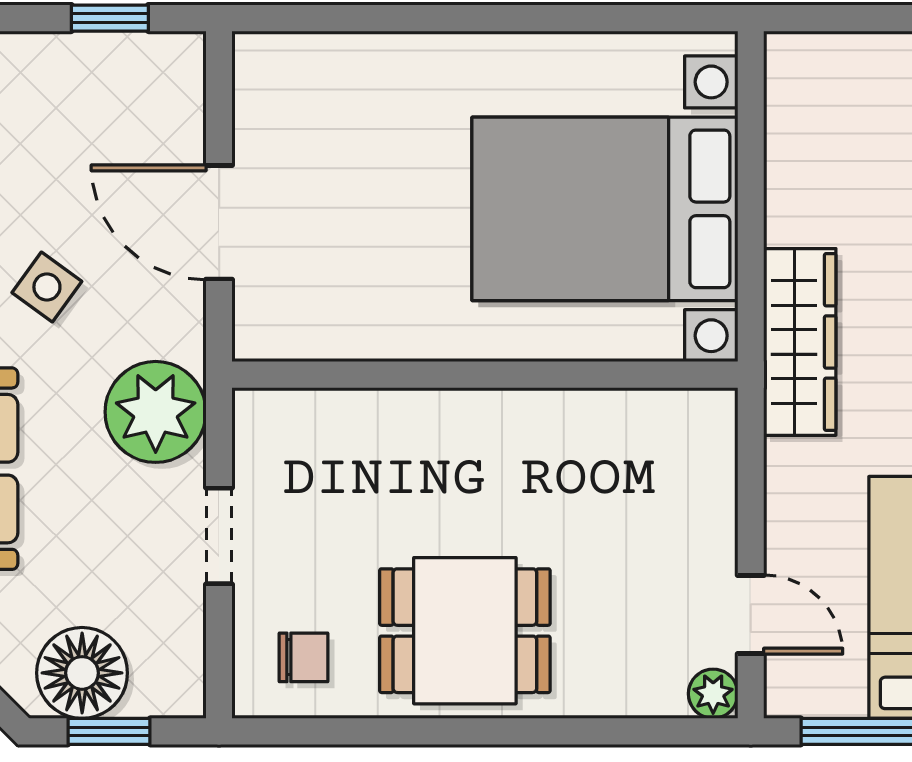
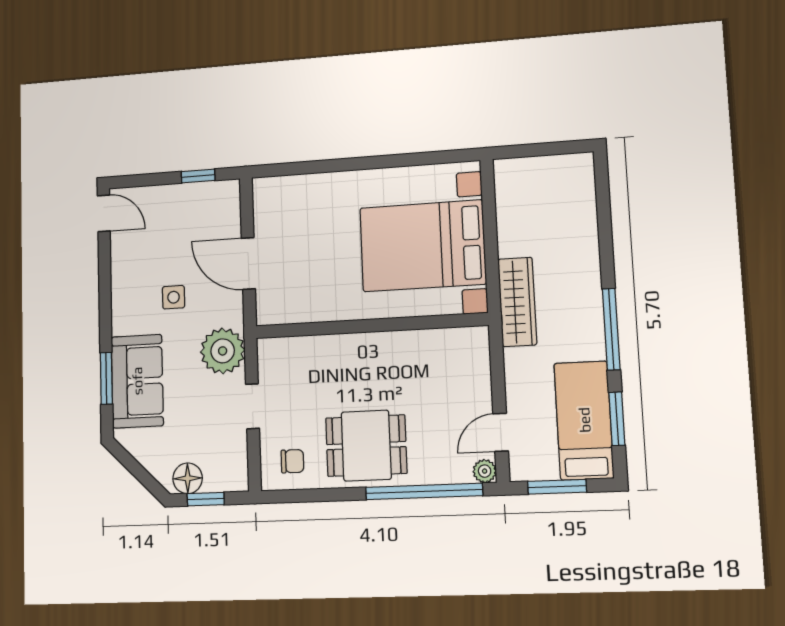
side table: (47, 287) -> (174, 297), turned -36
door: (751, 614) -> (501, 432), swing flipped
floor lamp: (82, 673) -> (188, 478), width x0.73, depth x0.73
window: (584, 731) -> (424, 491), added

